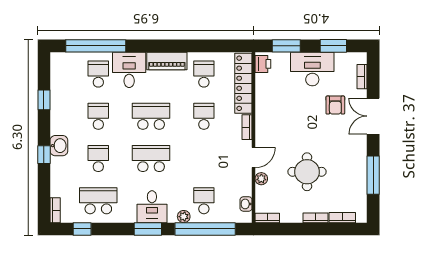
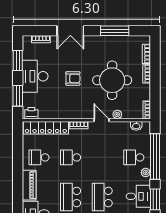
armchair: (335, 105) -> (73, 78), moved
round table: (307, 172) -> (112, 80), width x1.36, depth x1.36

